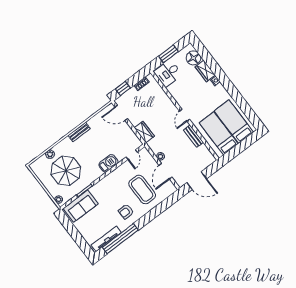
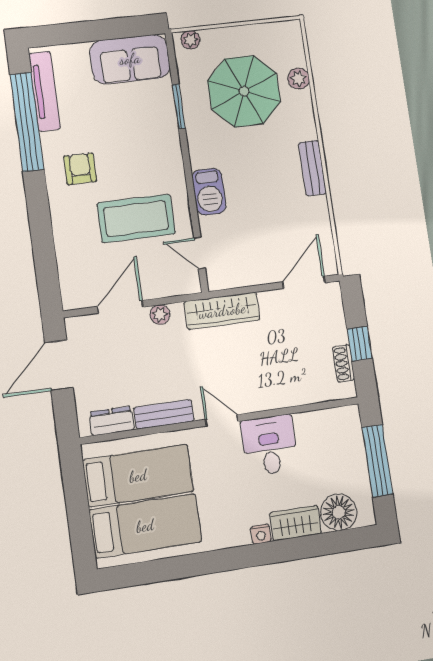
window: (168, 54) -> (377, 461), width x1.44
desk: (168, 73) -> (269, 445), moved
window: (123, 88) -> (360, 344), moved
wardrobe: (144, 132) -> (222, 311), width x1.50
dresser: (205, 152) -> (112, 421), added
door: (165, 171) -> (120, 307), hinge flipped
coffee table: (142, 189) -> (136, 218), moved
sofa: (81, 206) -> (130, 59), moved, turned -90

